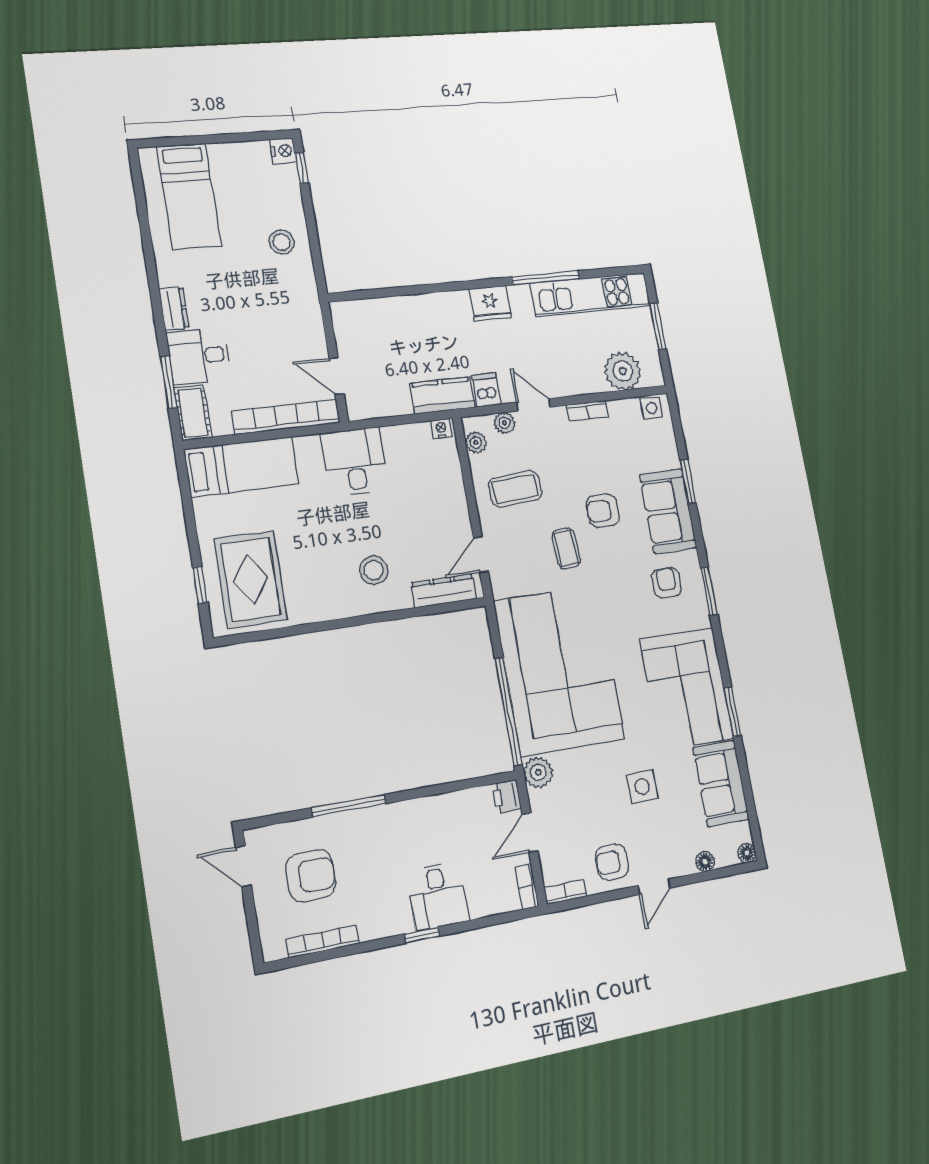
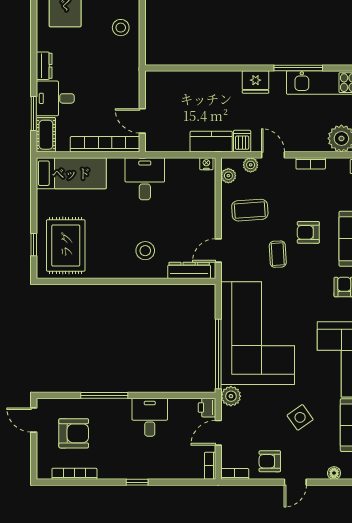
side table: (642, 787) -> (300, 417), turned -35
desk: (438, 896) -> (150, 417), moved, turned 180

